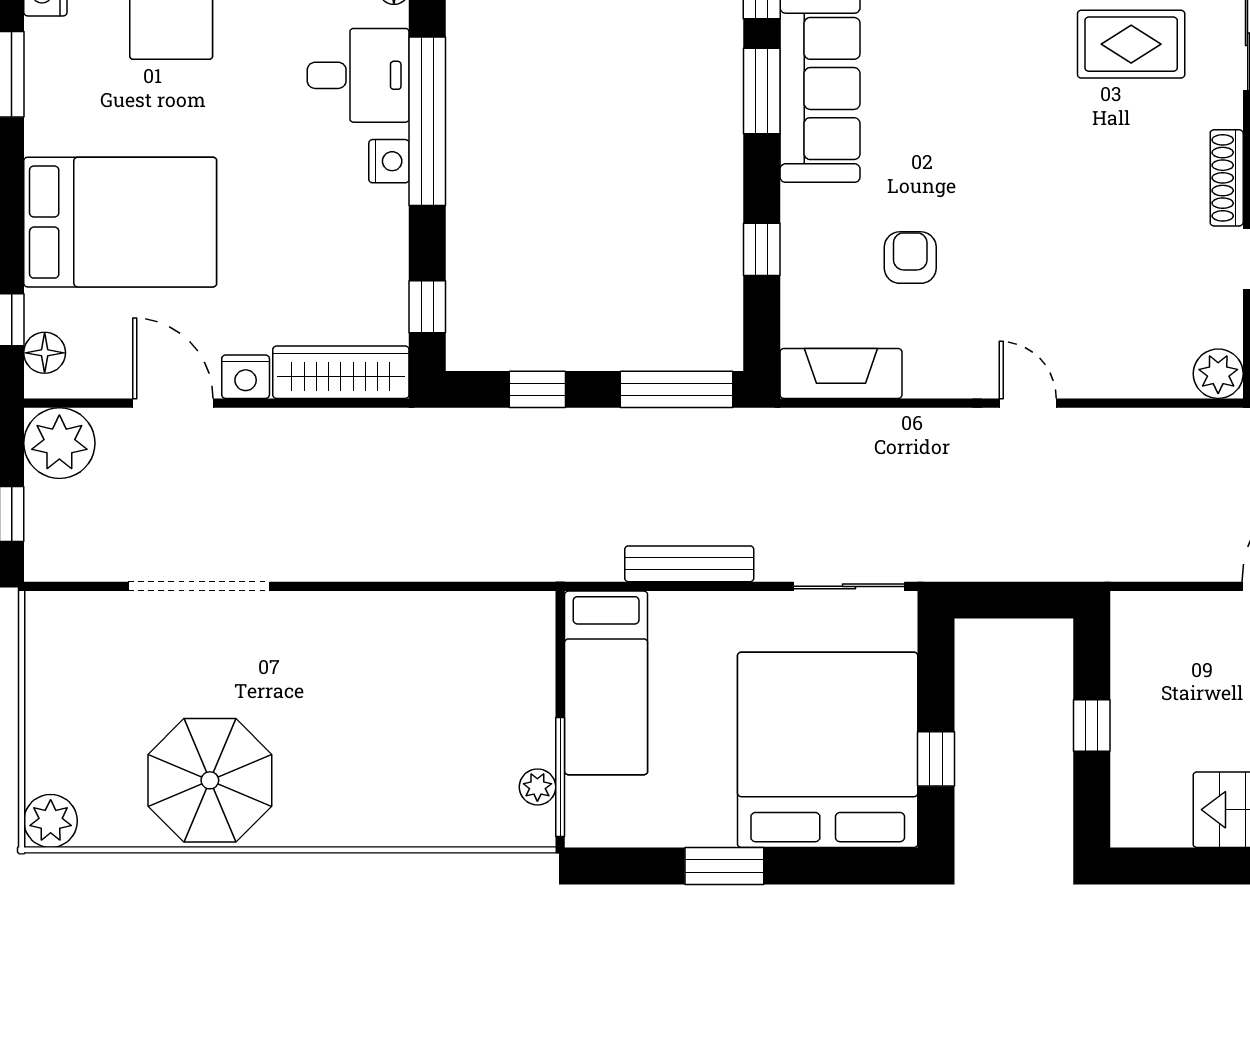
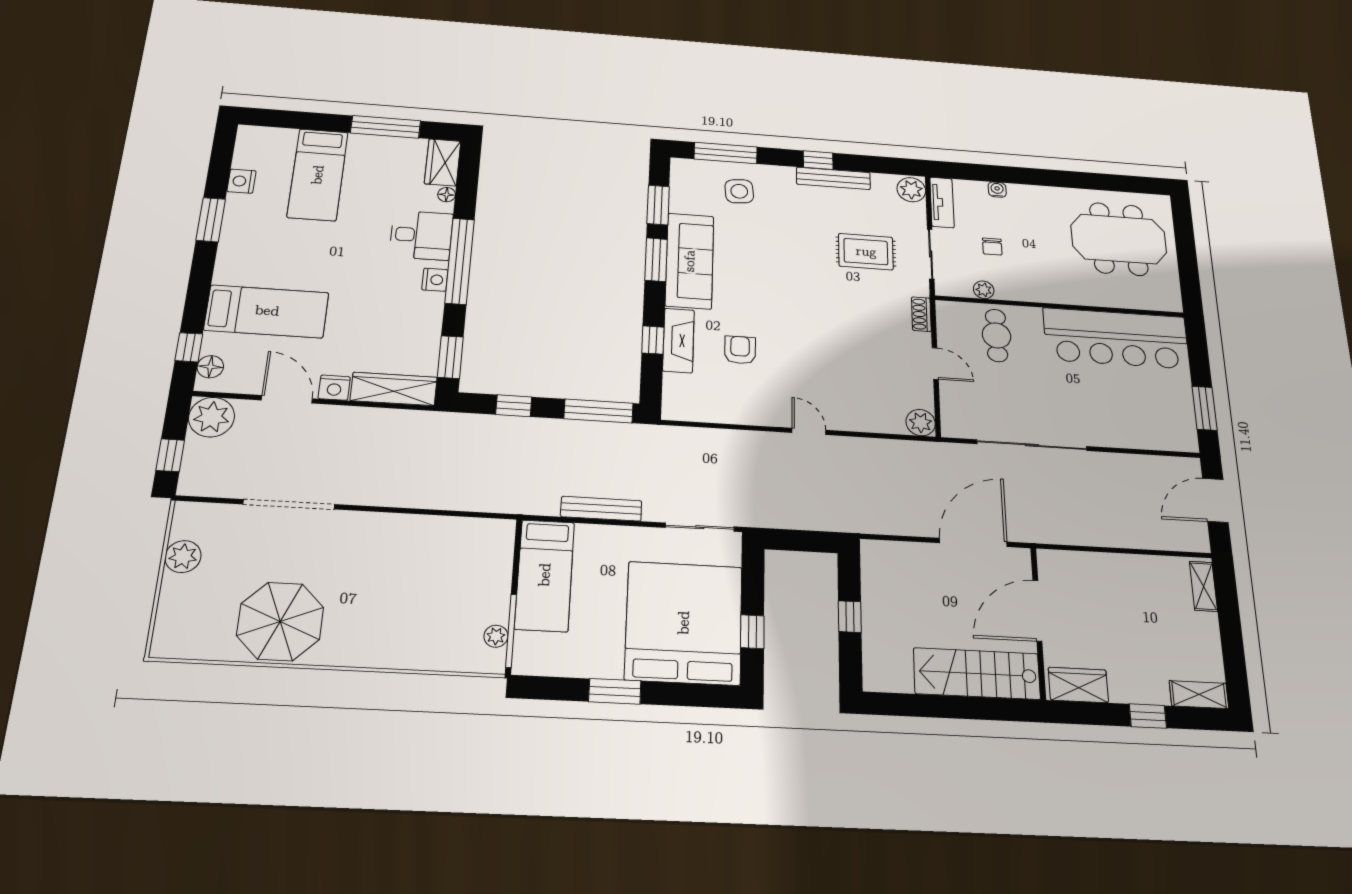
shoe rack: (1227, 178) -> (921, 314), width x0.70
bed: (120, 222) -> (267, 311), width x0.67
window: (427, 307) -> (450, 357), width x1.50
fireplace: (841, 373) -> (678, 340), moved, turned 90
plant: (51, 821) -> (183, 557), moved

